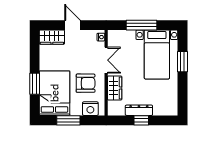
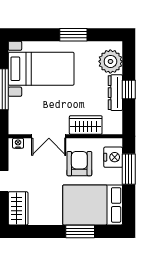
double door: (106, 60) -> (49, 136), swing flipped
window: (182, 62) -> (73, 35), moved
plant: (162, 107) -> (110, 61), added
window: (68, 120) -> (129, 169), moved

